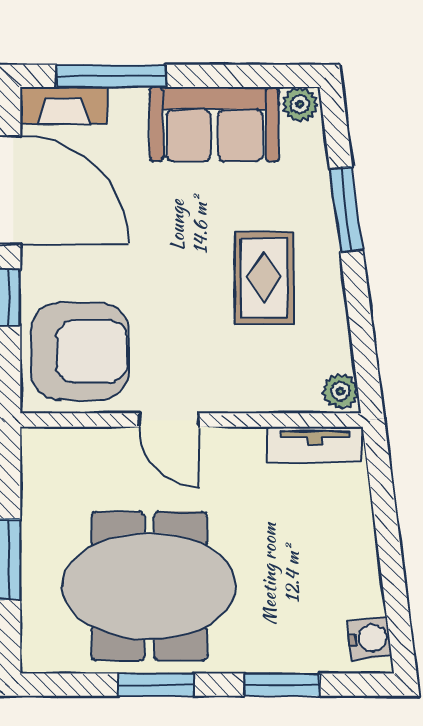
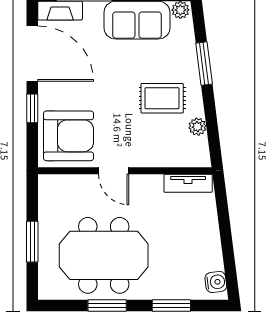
rug: (264, 278) -> (162, 98), turned 90
plant: (341, 391) -> (197, 127), moved

